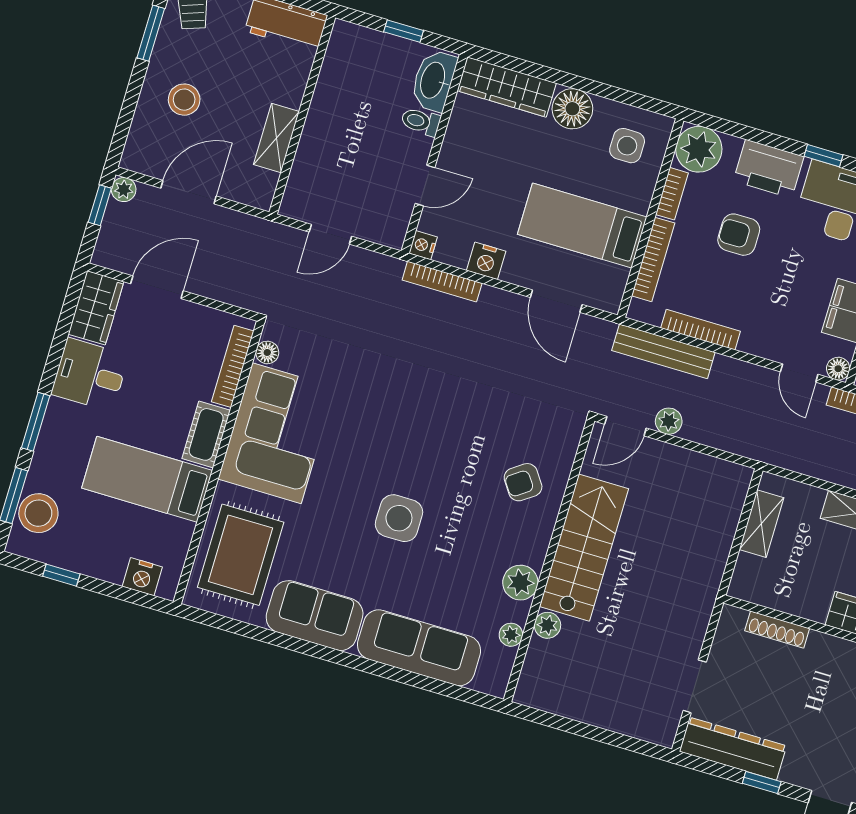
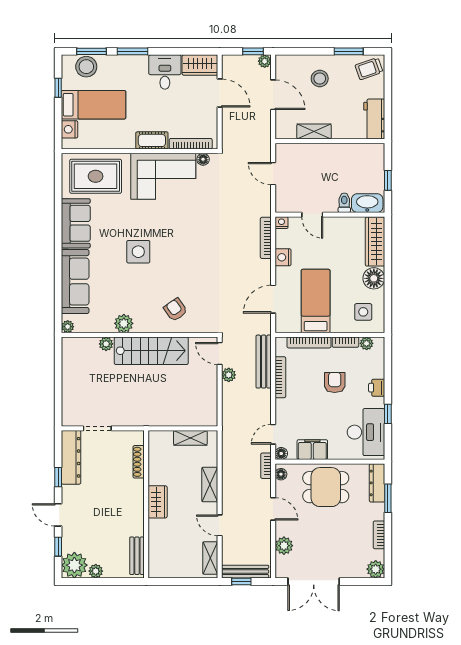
plant: (699, 149) -> (367, 343), width x0.53, depth x0.53
printer: (769, 169) -> (377, 388), width x0.53, depth x0.68
bed: (147, 479) -> (94, 105), moved, turned 90
plant: (511, 635) -> (68, 327), moved

